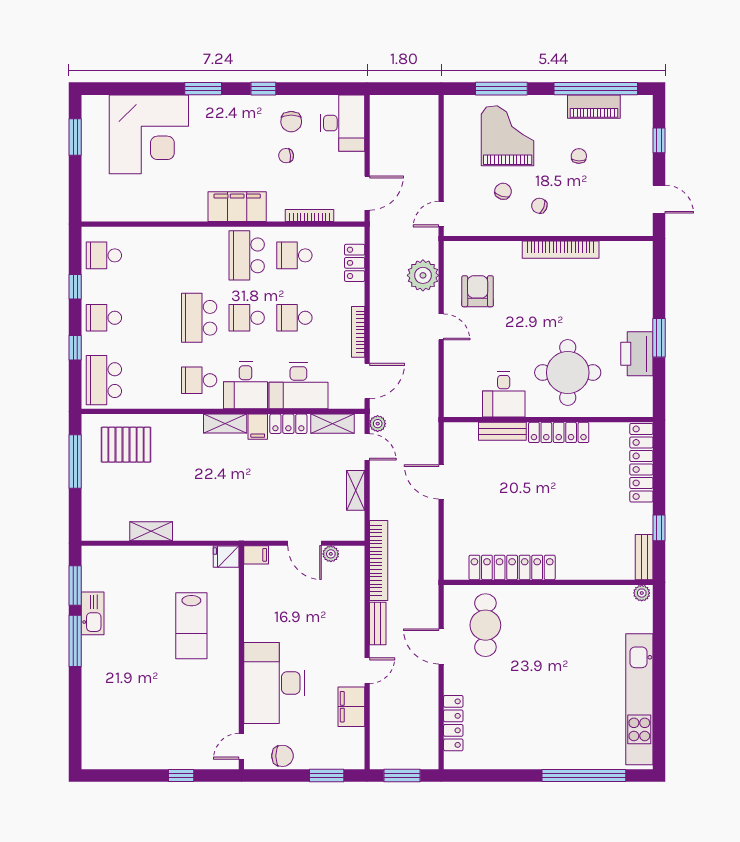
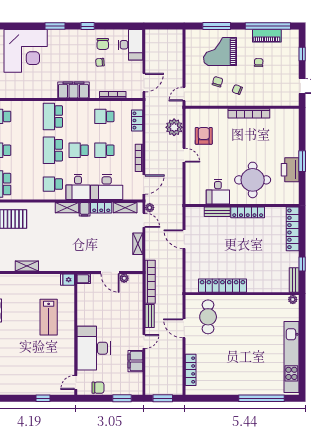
grand piano: (508, 136) -> (220, 52), turned -90
school desk: (247, 255) -> (53, 116), moved

